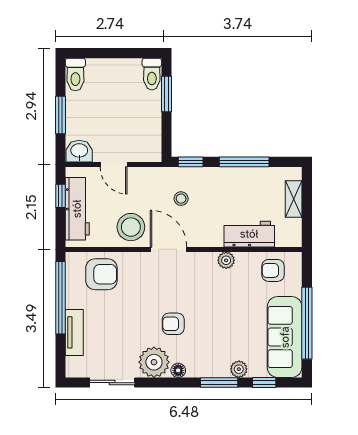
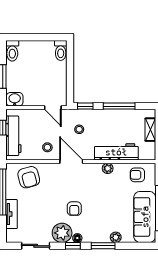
window: (166, 94) -> (70, 63), removed
door: (114, 164) -> (53, 108), moved
stool: (131, 227) -> (47, 147), width x0.53, depth x0.53
workbench: (249, 234) -> (116, 152), width x1.38
armchair: (101, 274) -> (29, 177), turned 75
armchair: (173, 324) -> (74, 209), turned -90
window: (264, 383) -> (73, 246), moved

